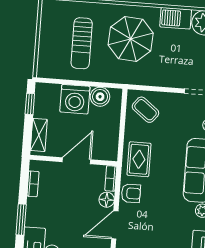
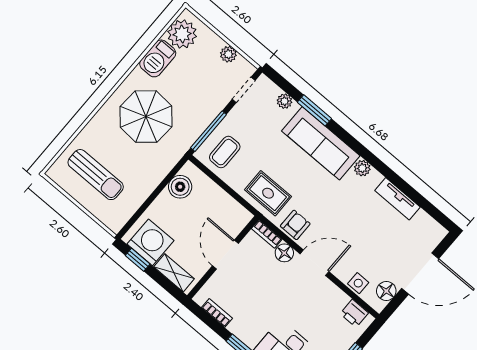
sun lounger: (82, 43) -> (96, 175), moved
window: (151, 88) -> (208, 131), added
washing machine: (75, 99) -> (150, 242), moved, turned -90
coffee table: (145, 110) -> (225, 152), turned -38
door: (115, 225) -> (314, 263), swing flipped

